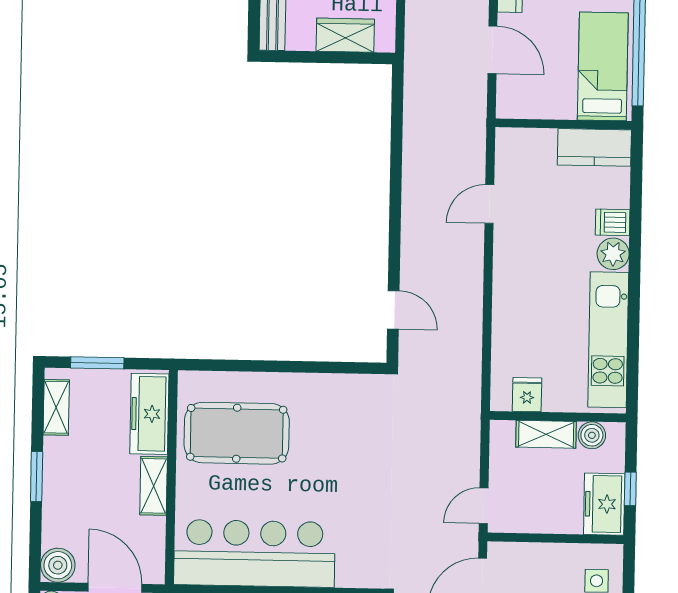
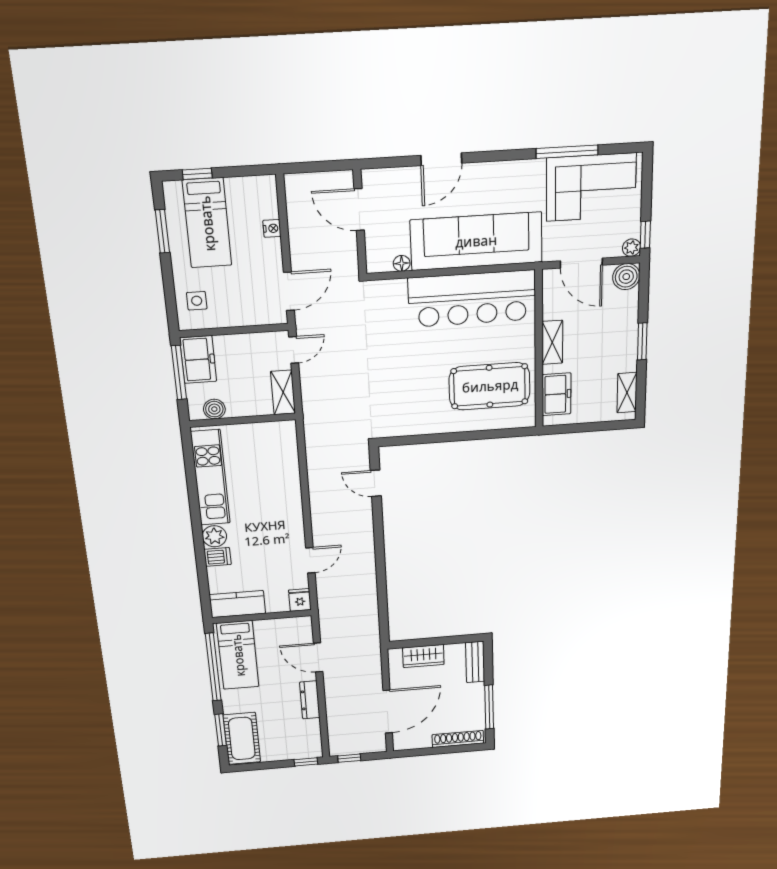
window: (97, 363) -> (596, 427), removed
fridge: (527, 395) -> (300, 600), moved, turned 180
freezer: (149, 414) -> (556, 394), width x0.71
shelving: (546, 434) -> (283, 392), moved, turned 90
window: (630, 489) -> (179, 373), width x2.17

